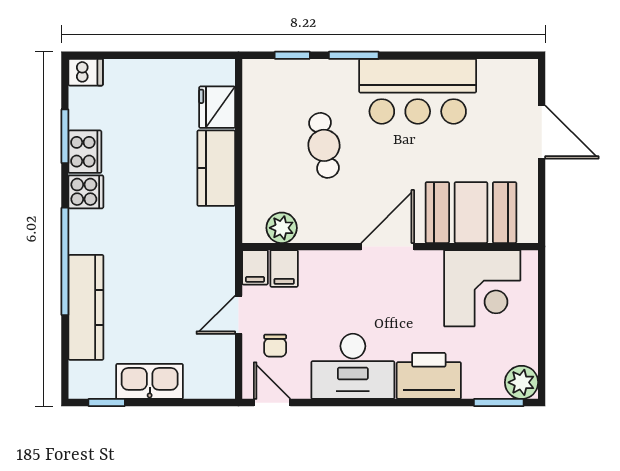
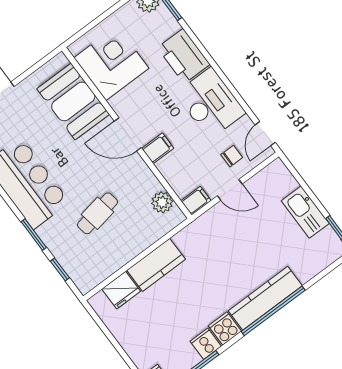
cooker: (85, 152) -> (206, 344), width x0.73
filing cabinet: (284, 268) -> (158, 148), moved
kitchen counter: (86, 307) -> (265, 298), moved

